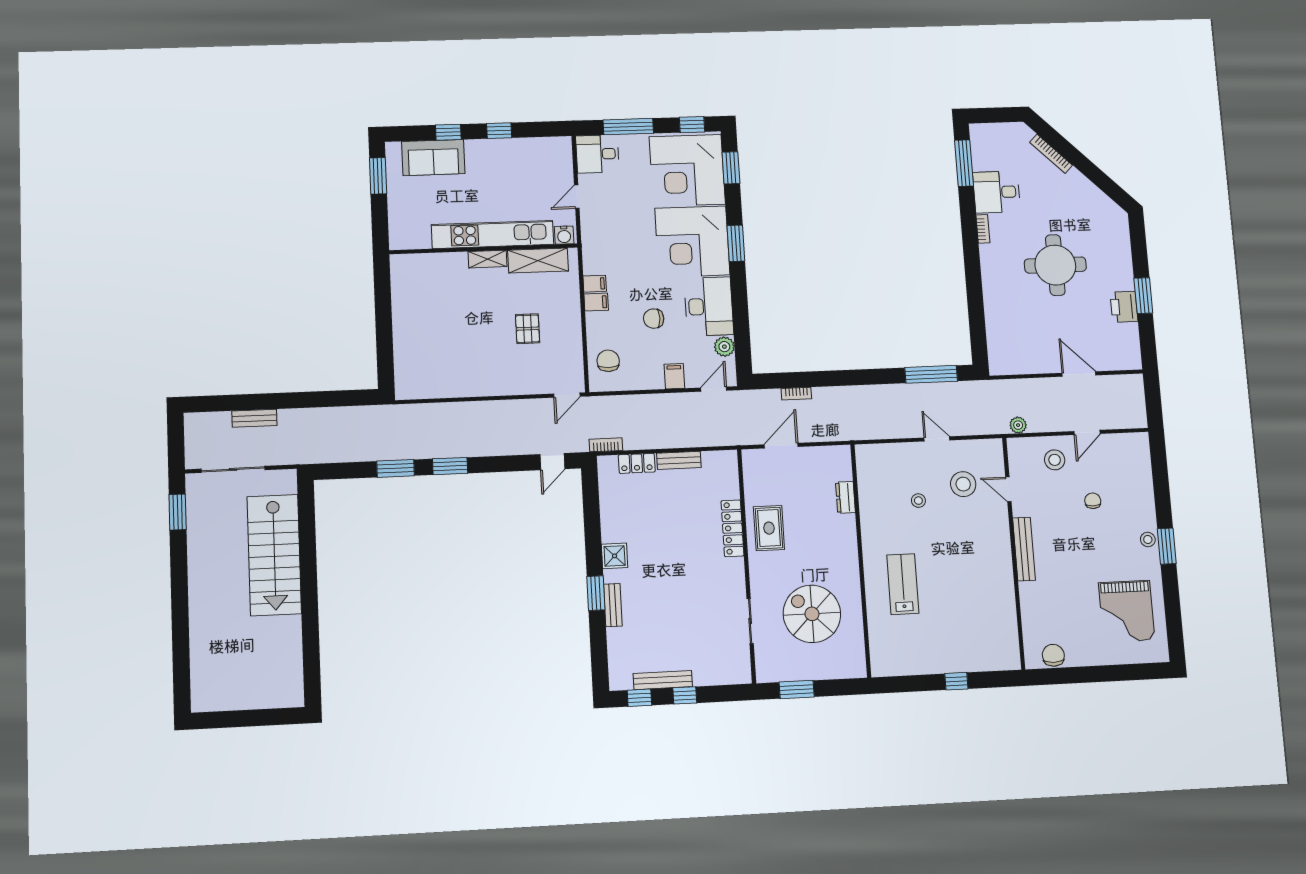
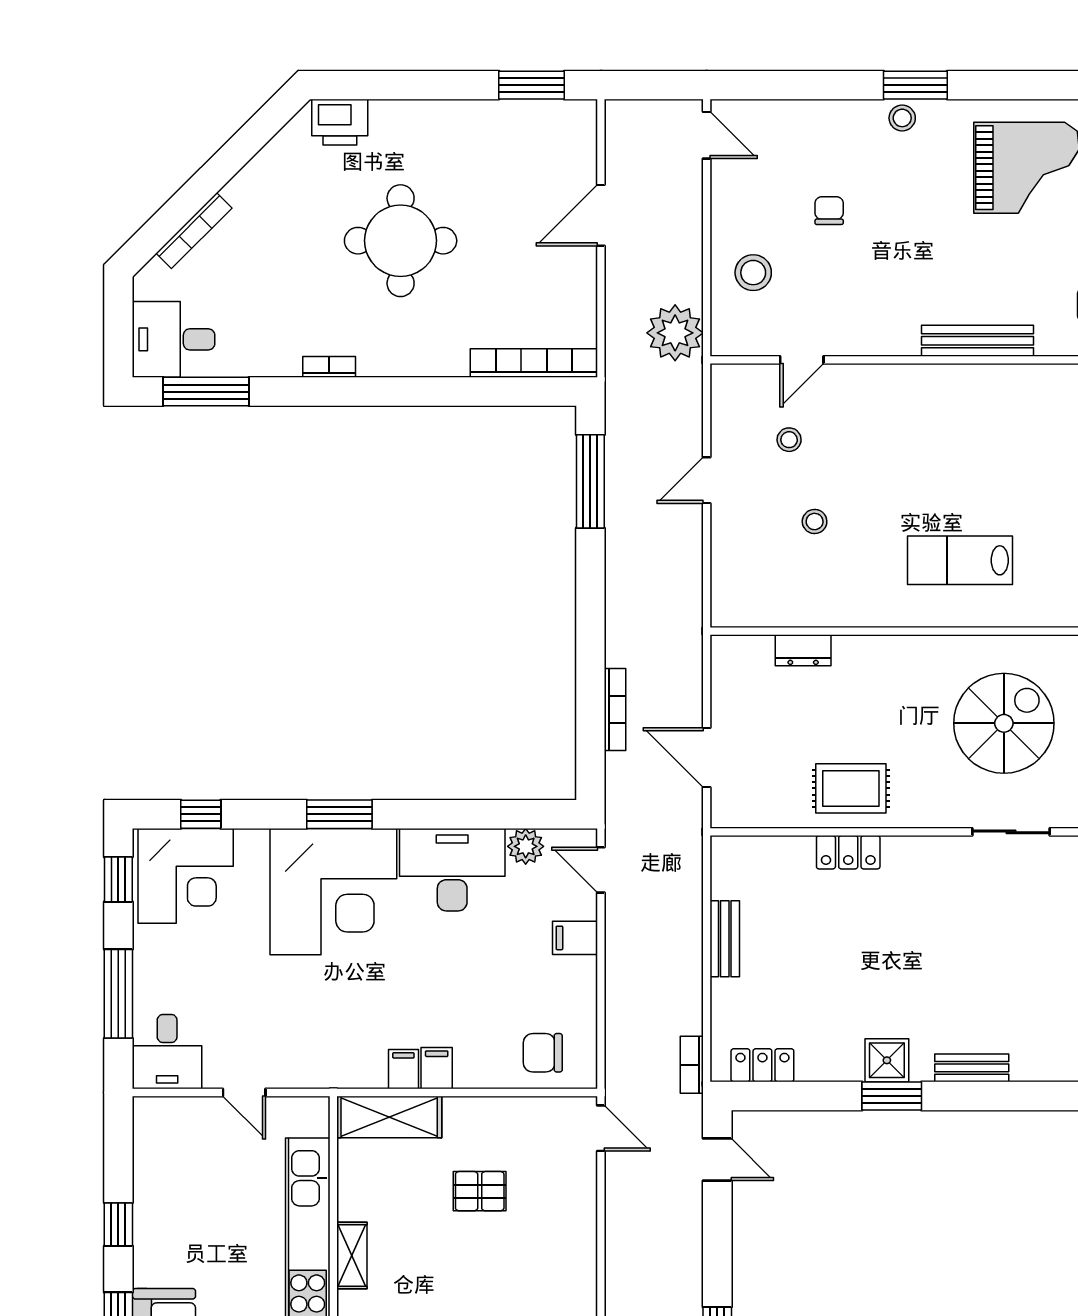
window: (731, 168) -> (201, 814), width x0.67
corner desk: (687, 170) -> (186, 876), width x0.74, depth x0.74
desk: (997, 192) -> (174, 339), moved, turned 90
water cooler: (564, 235) -> (313, 1119), removed
shelving: (538, 261) -> (389, 1117), moved, turned 90
window: (1143, 296) -> (531, 85), moved
printer: (1124, 307) -> (340, 122), moved
chair: (654, 319) -> (470, 968), removed
bookcase: (994, 340) -> (534, 363), added
bookcase: (796, 394) -> (615, 710), width x1.56
plant: (1018, 425) -> (675, 333), width x1.88, depth x1.88
door: (1087, 432) -> (707, 135), moved
locker: (637, 463) -> (762, 1065), moved, turned -90
stool: (963, 484) -> (789, 440), width x0.53, depth x0.53
chair: (1093, 501) -> (829, 211), turned 90
locker: (733, 528) -> (848, 852), width x0.66
bench: (1024, 549) -> (978, 341), moved
window: (596, 593) -> (892, 1096), moved
spiral stairs: (812, 614) -> (1004, 723), turned 180

